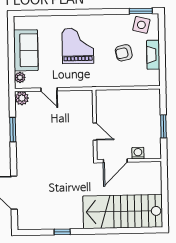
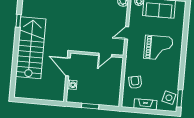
armchair: (124, 53) -> (135, 82), moved
door: (49, 89) -> (127, 33), moved
door: (95, 131) -> (105, 55), moved
stairs: (123, 212) -> (31, 48), moved

